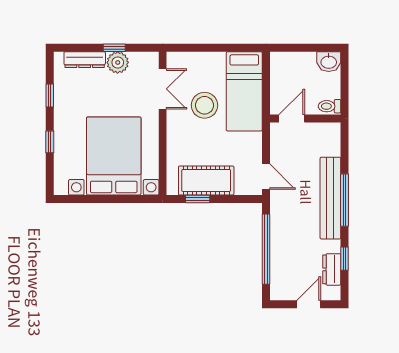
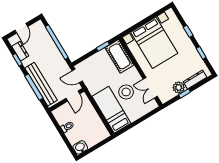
door: (292, 119) -> (73, 96), moved
wall: (305, 119) -> (67, 100), moved
cot: (206, 180) -> (119, 56), moved, turned 90

